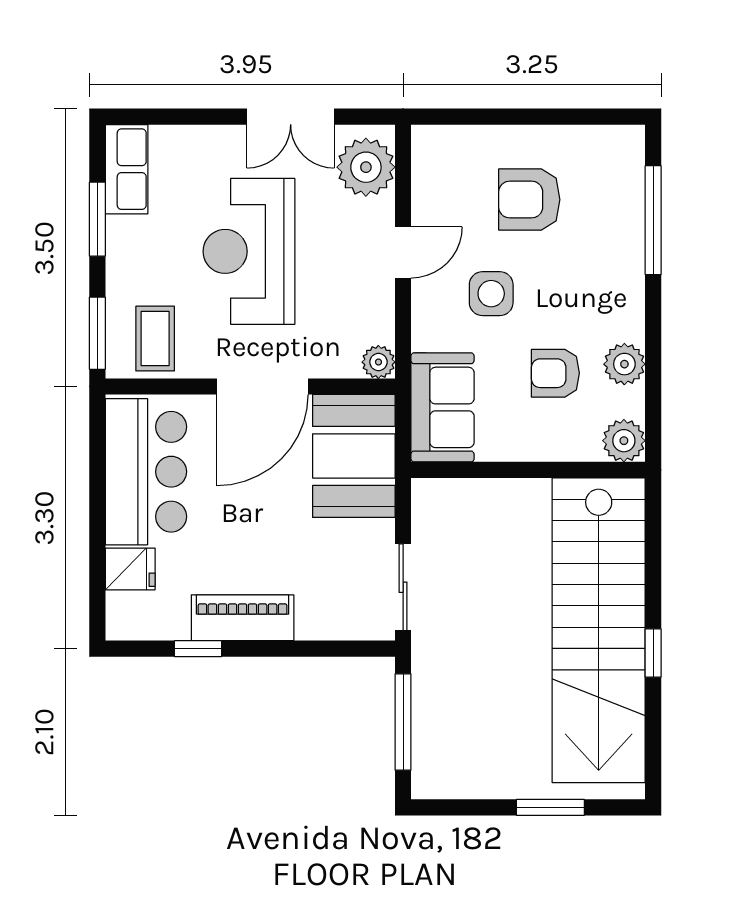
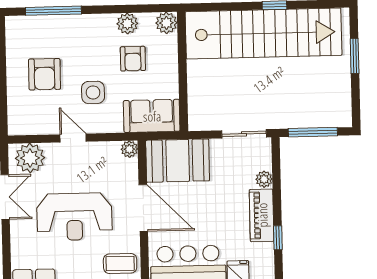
plant: (313, 624) -> (264, 179), added

